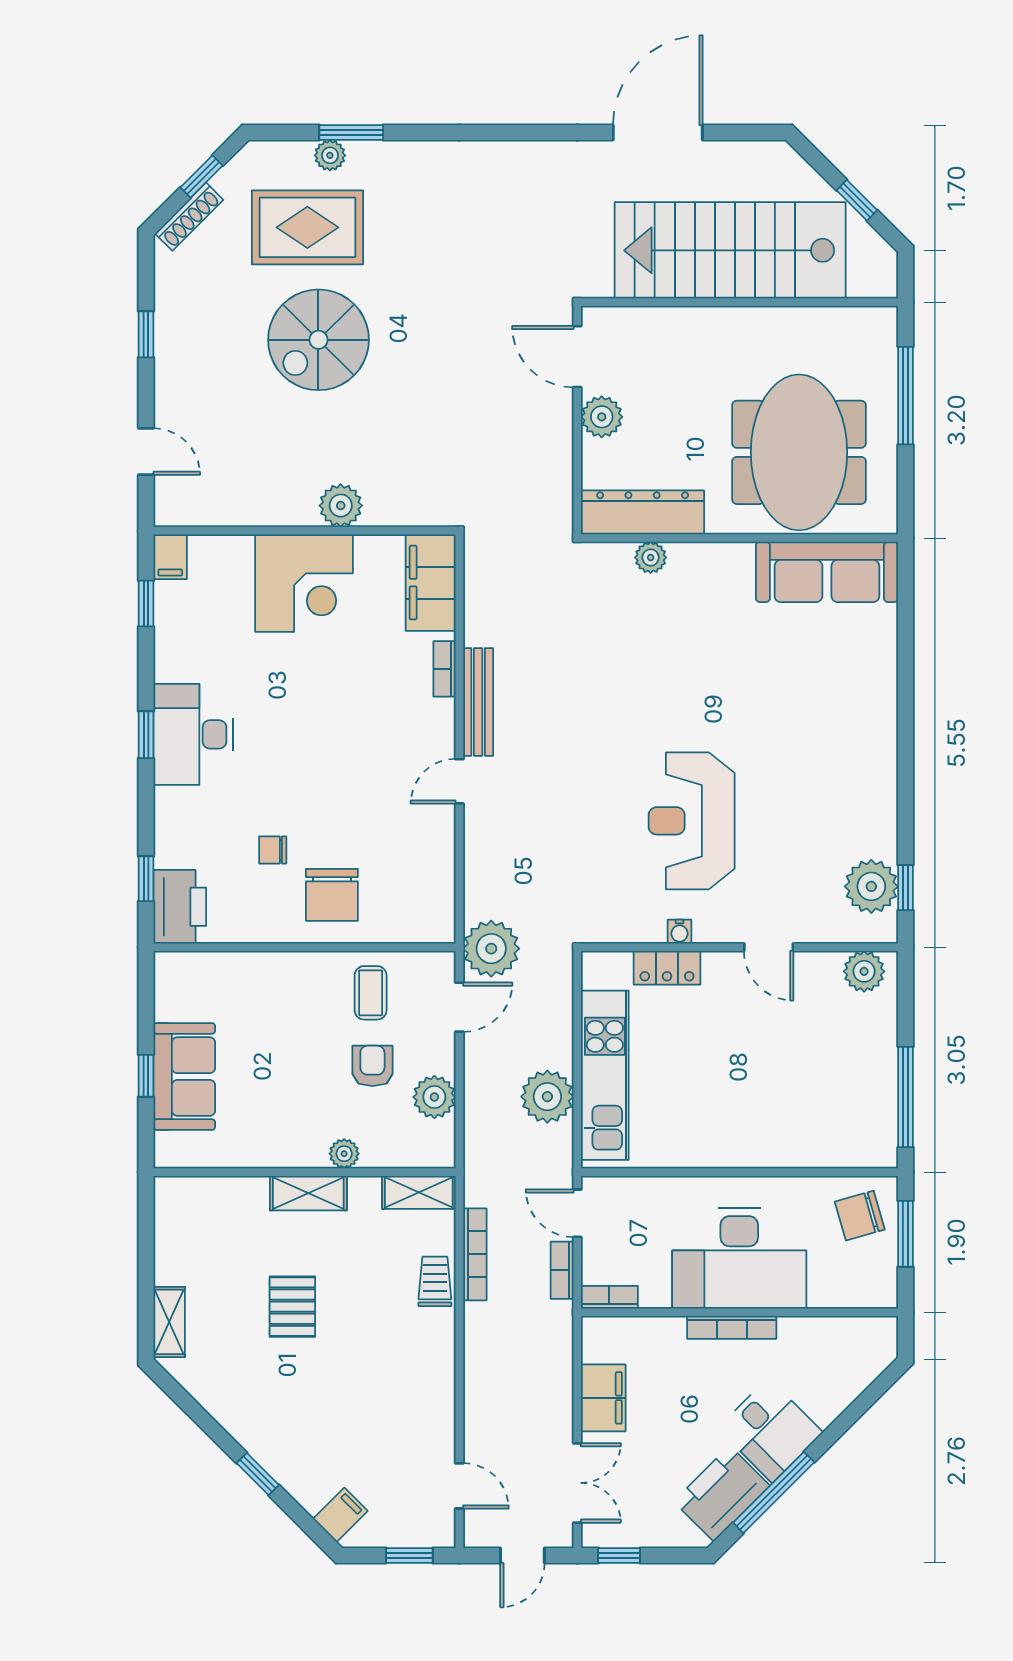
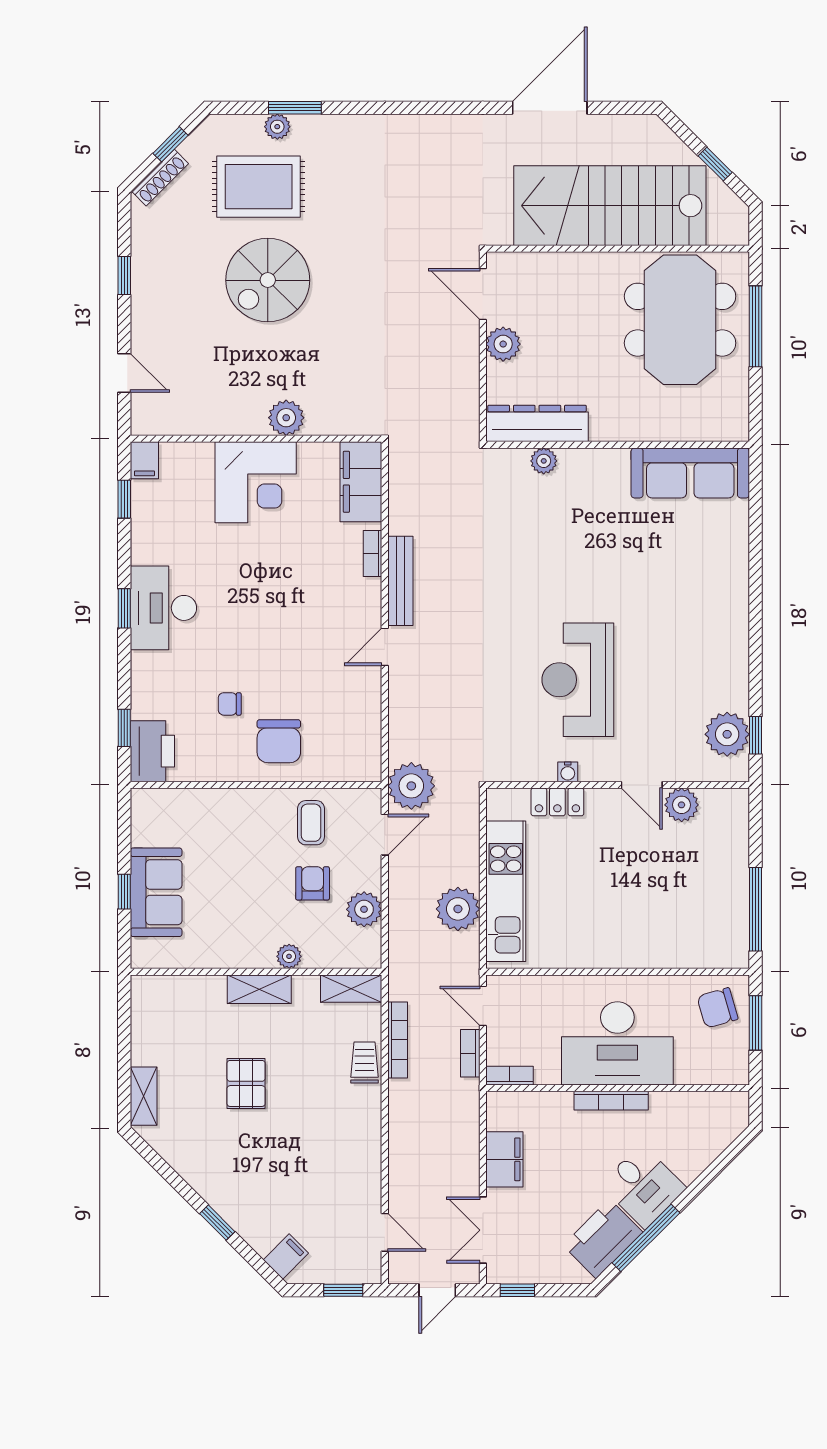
meeting table: (799, 452) -> (680, 320), moved
plant: (864, 971) -> (682, 805), moved
double door: (577, 1483) -> (483, 1230), swing flipped

